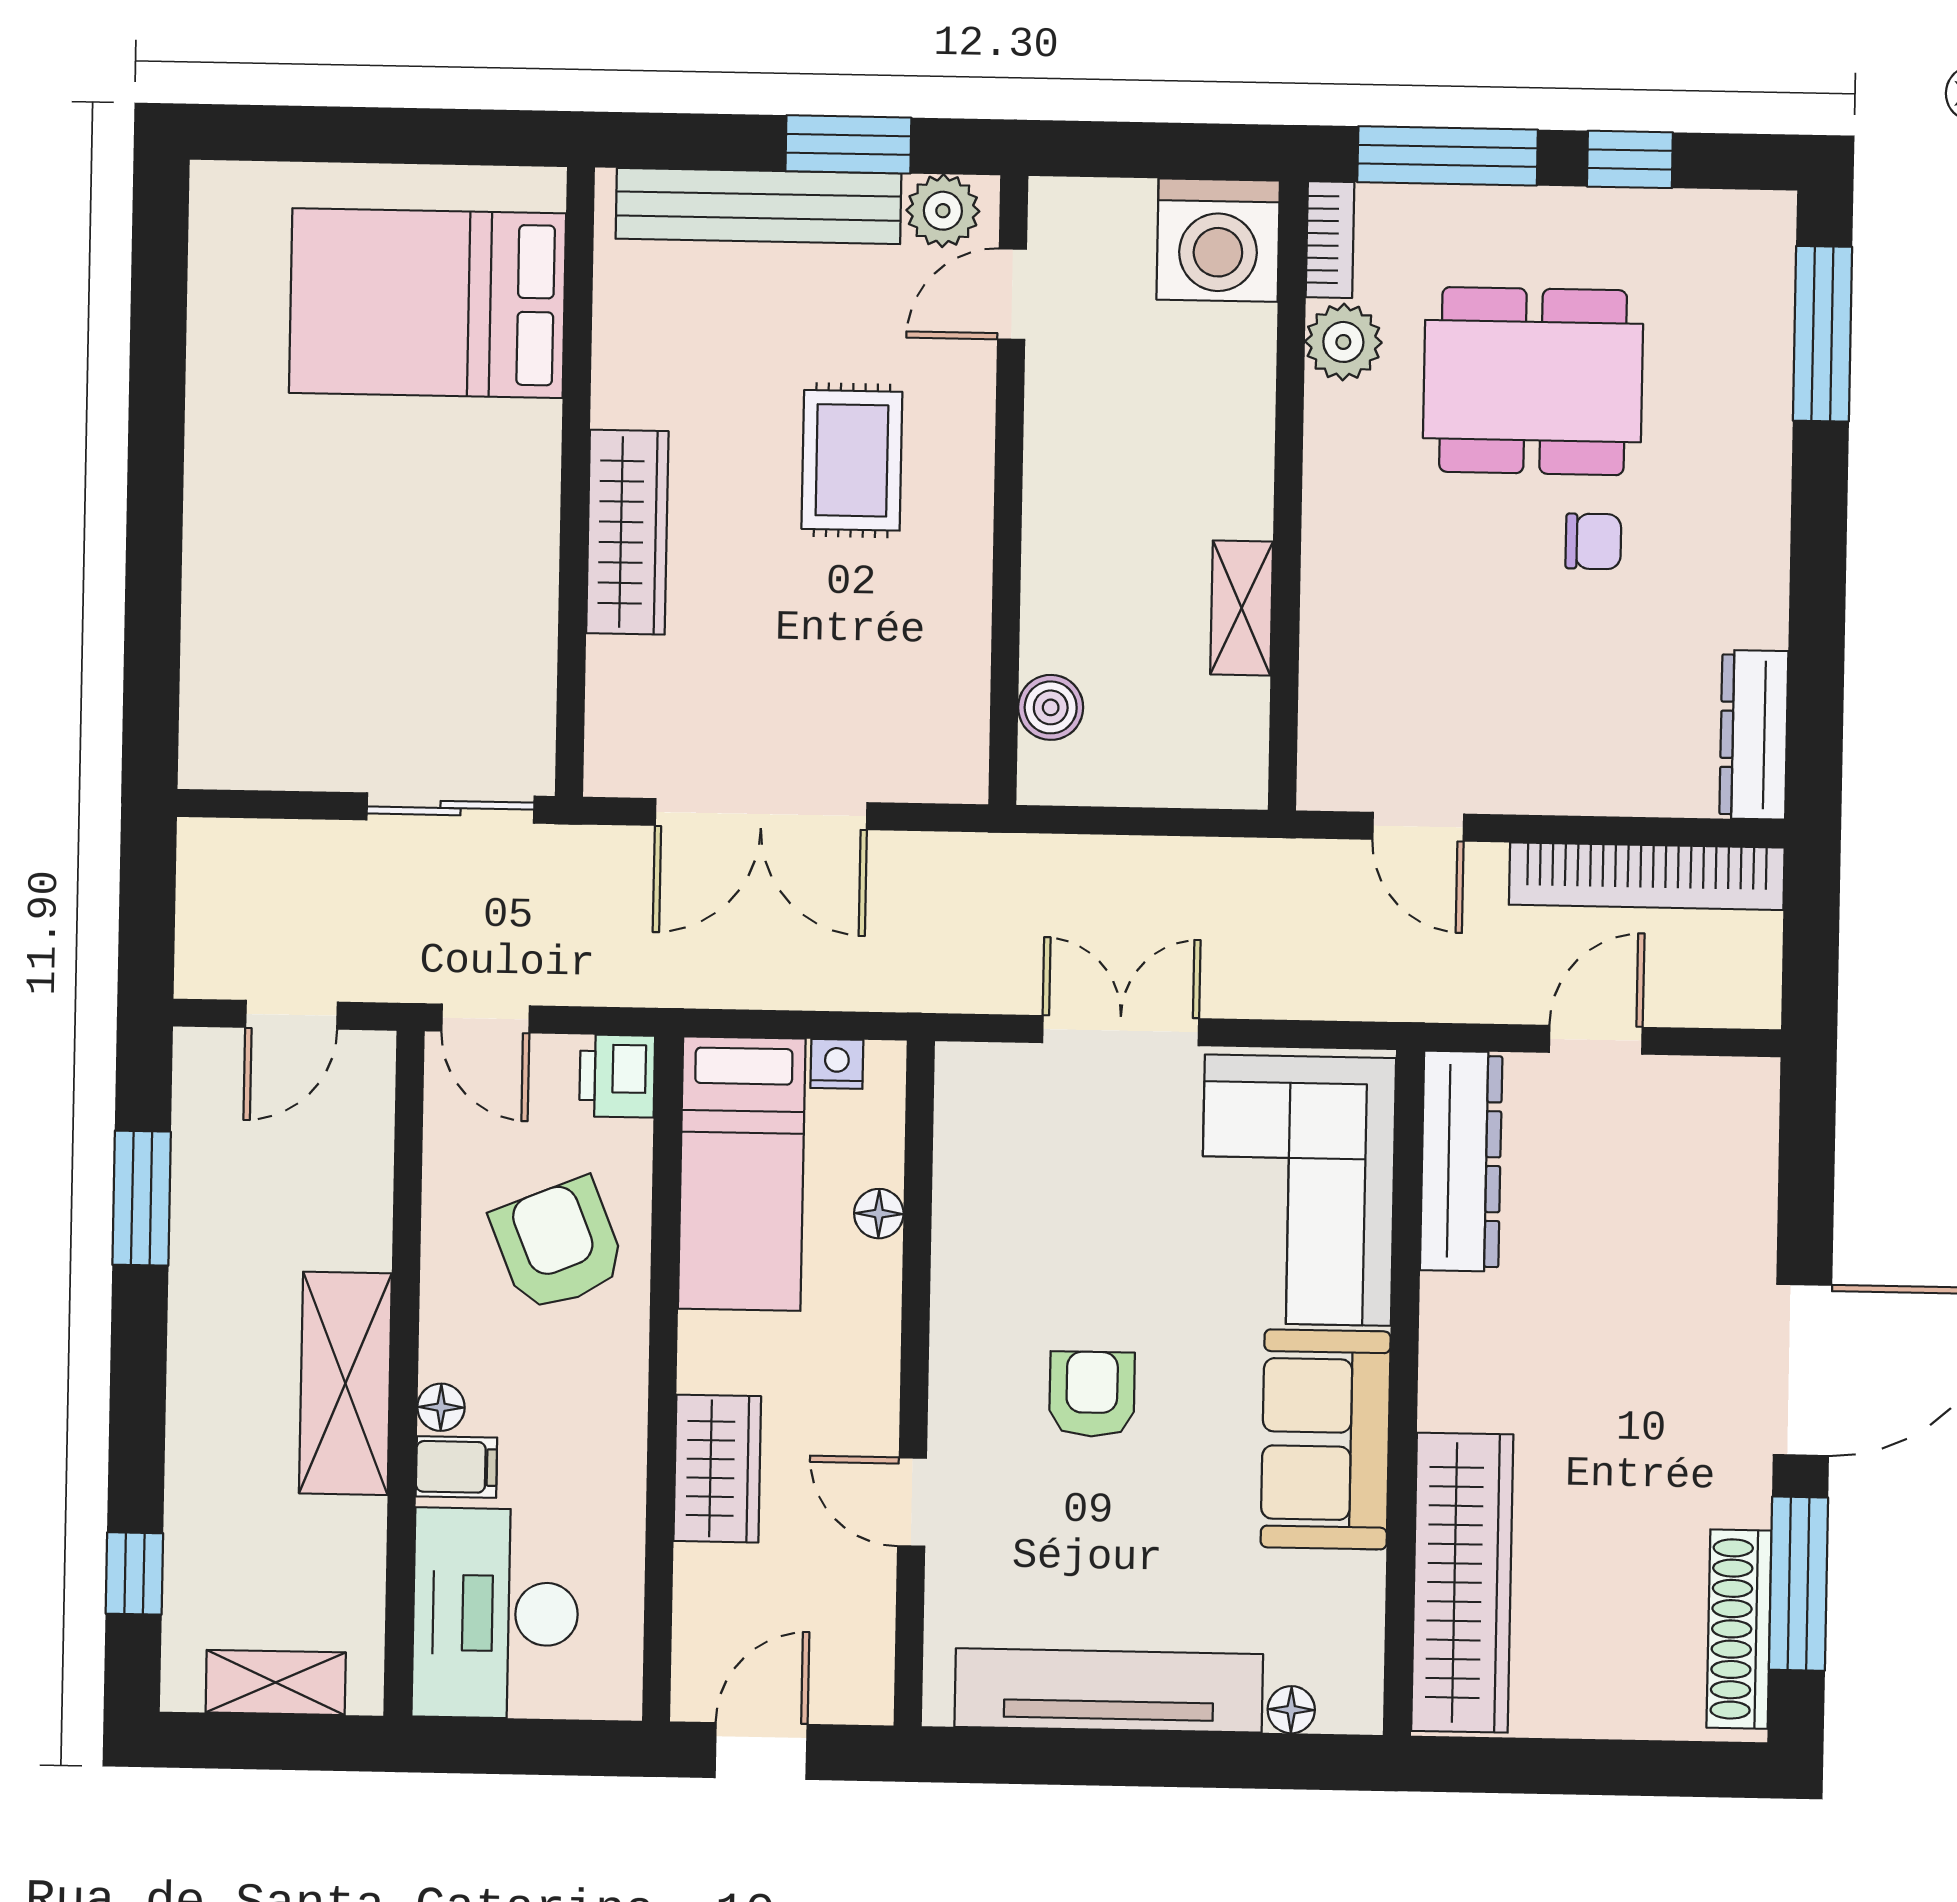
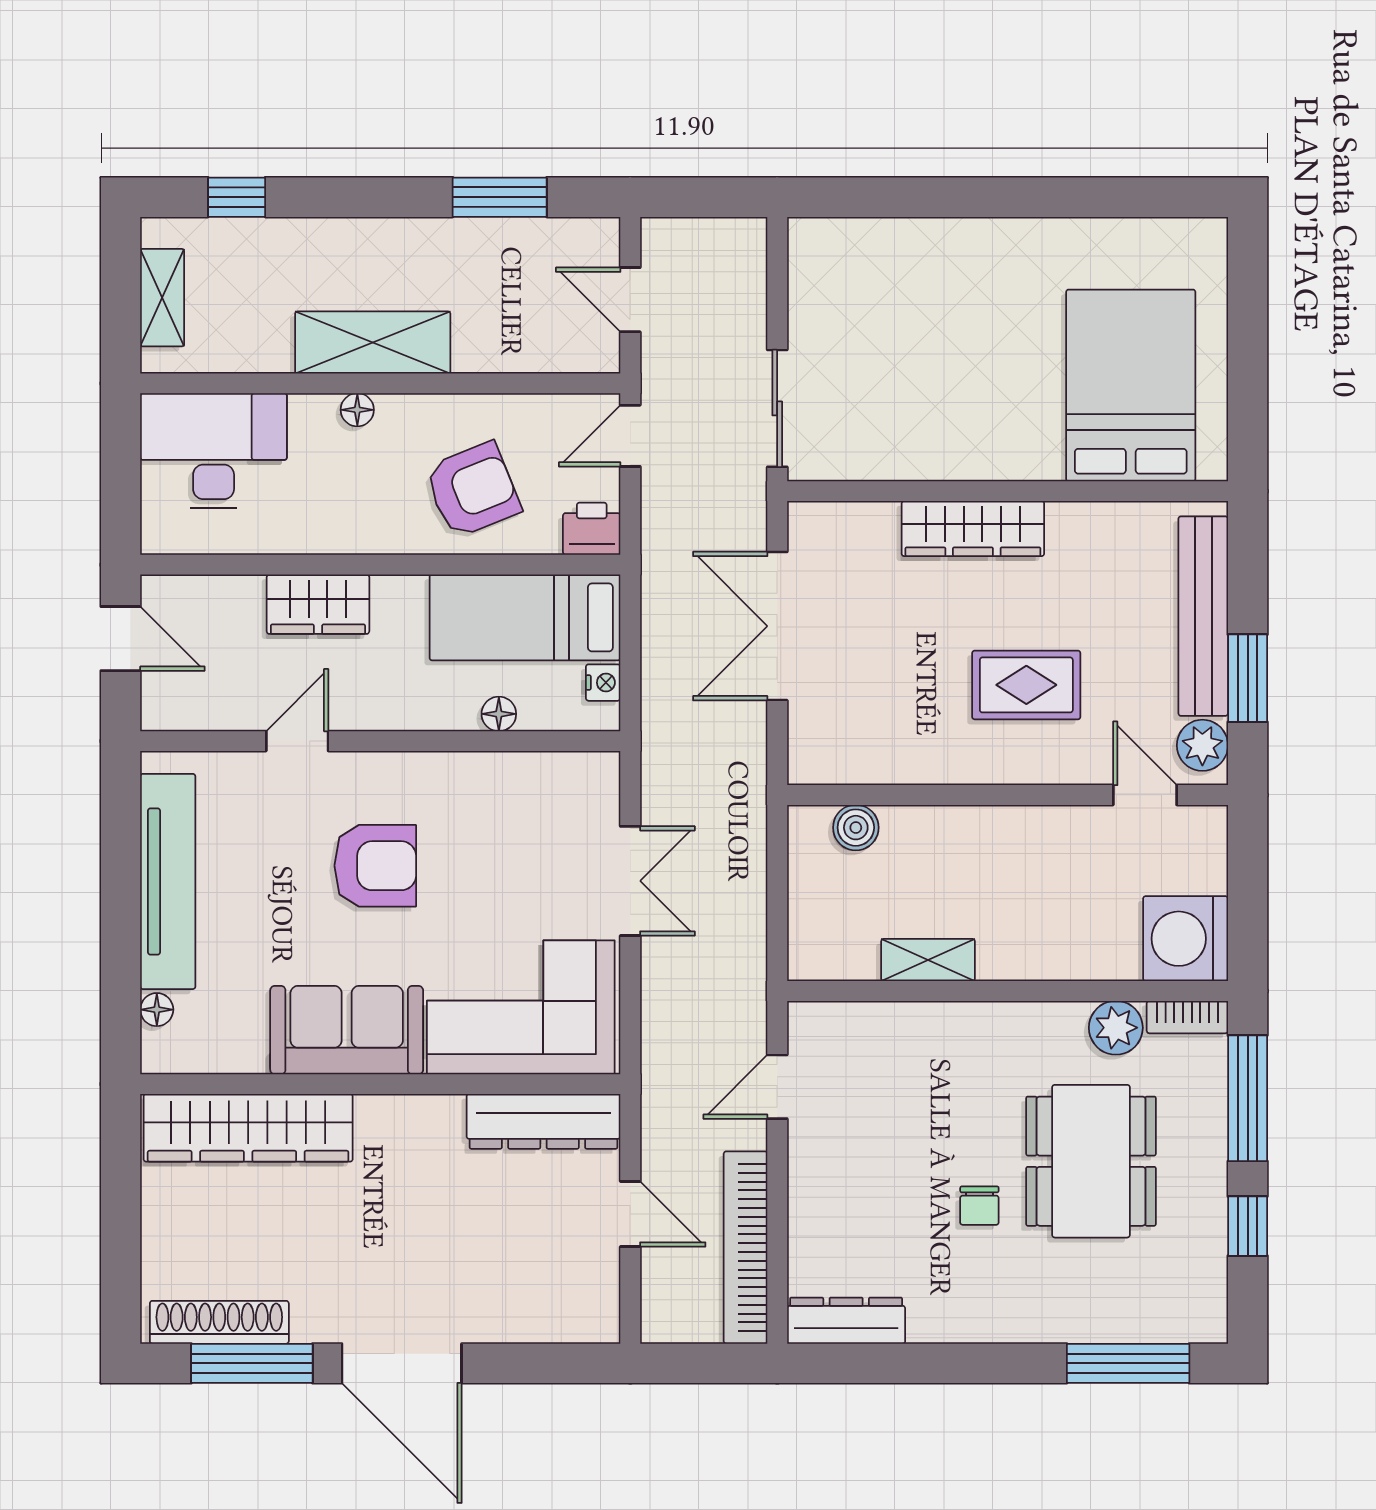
armchair: (1092, 1394) -> (375, 866), width x1.38, depth x1.38
filing cabinet: (456, 1467) -> (316, 421), removed

